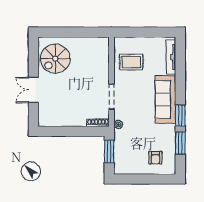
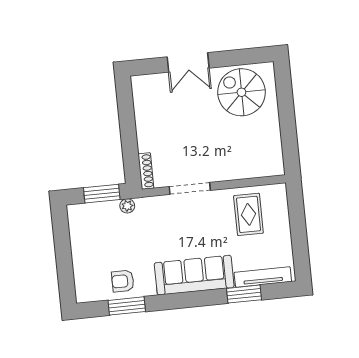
double door: (33, 90) -> (188, 62), swing flipped
window: (180, 115) -> (244, 294), moved
plant: (118, 124) -> (127, 206), moved
armchair: (155, 158) -> (123, 281), moved

